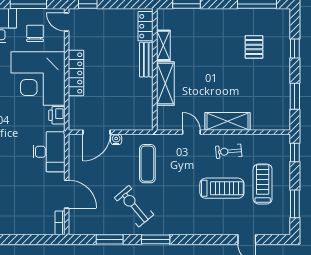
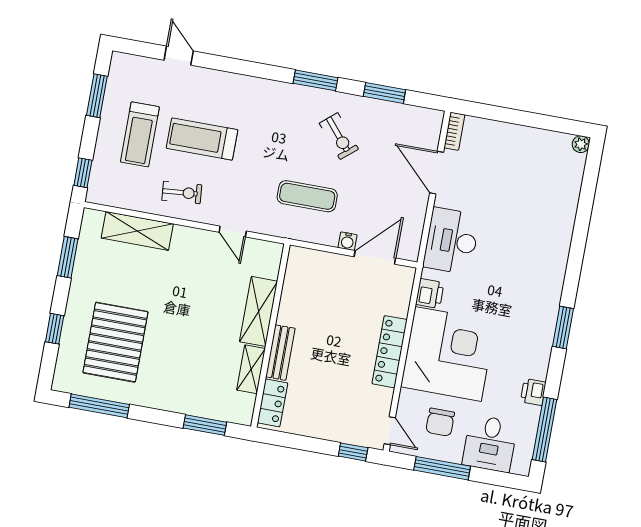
pallet: (254, 47) -> (115, 342), width x2.05, depth x2.00
shelving: (227, 121) -> (137, 231), moved
exercise mat: (147, 164) -> (307, 196), turned 90
exercise bike: (134, 206) -> (339, 136), width x0.73, depth x0.72

